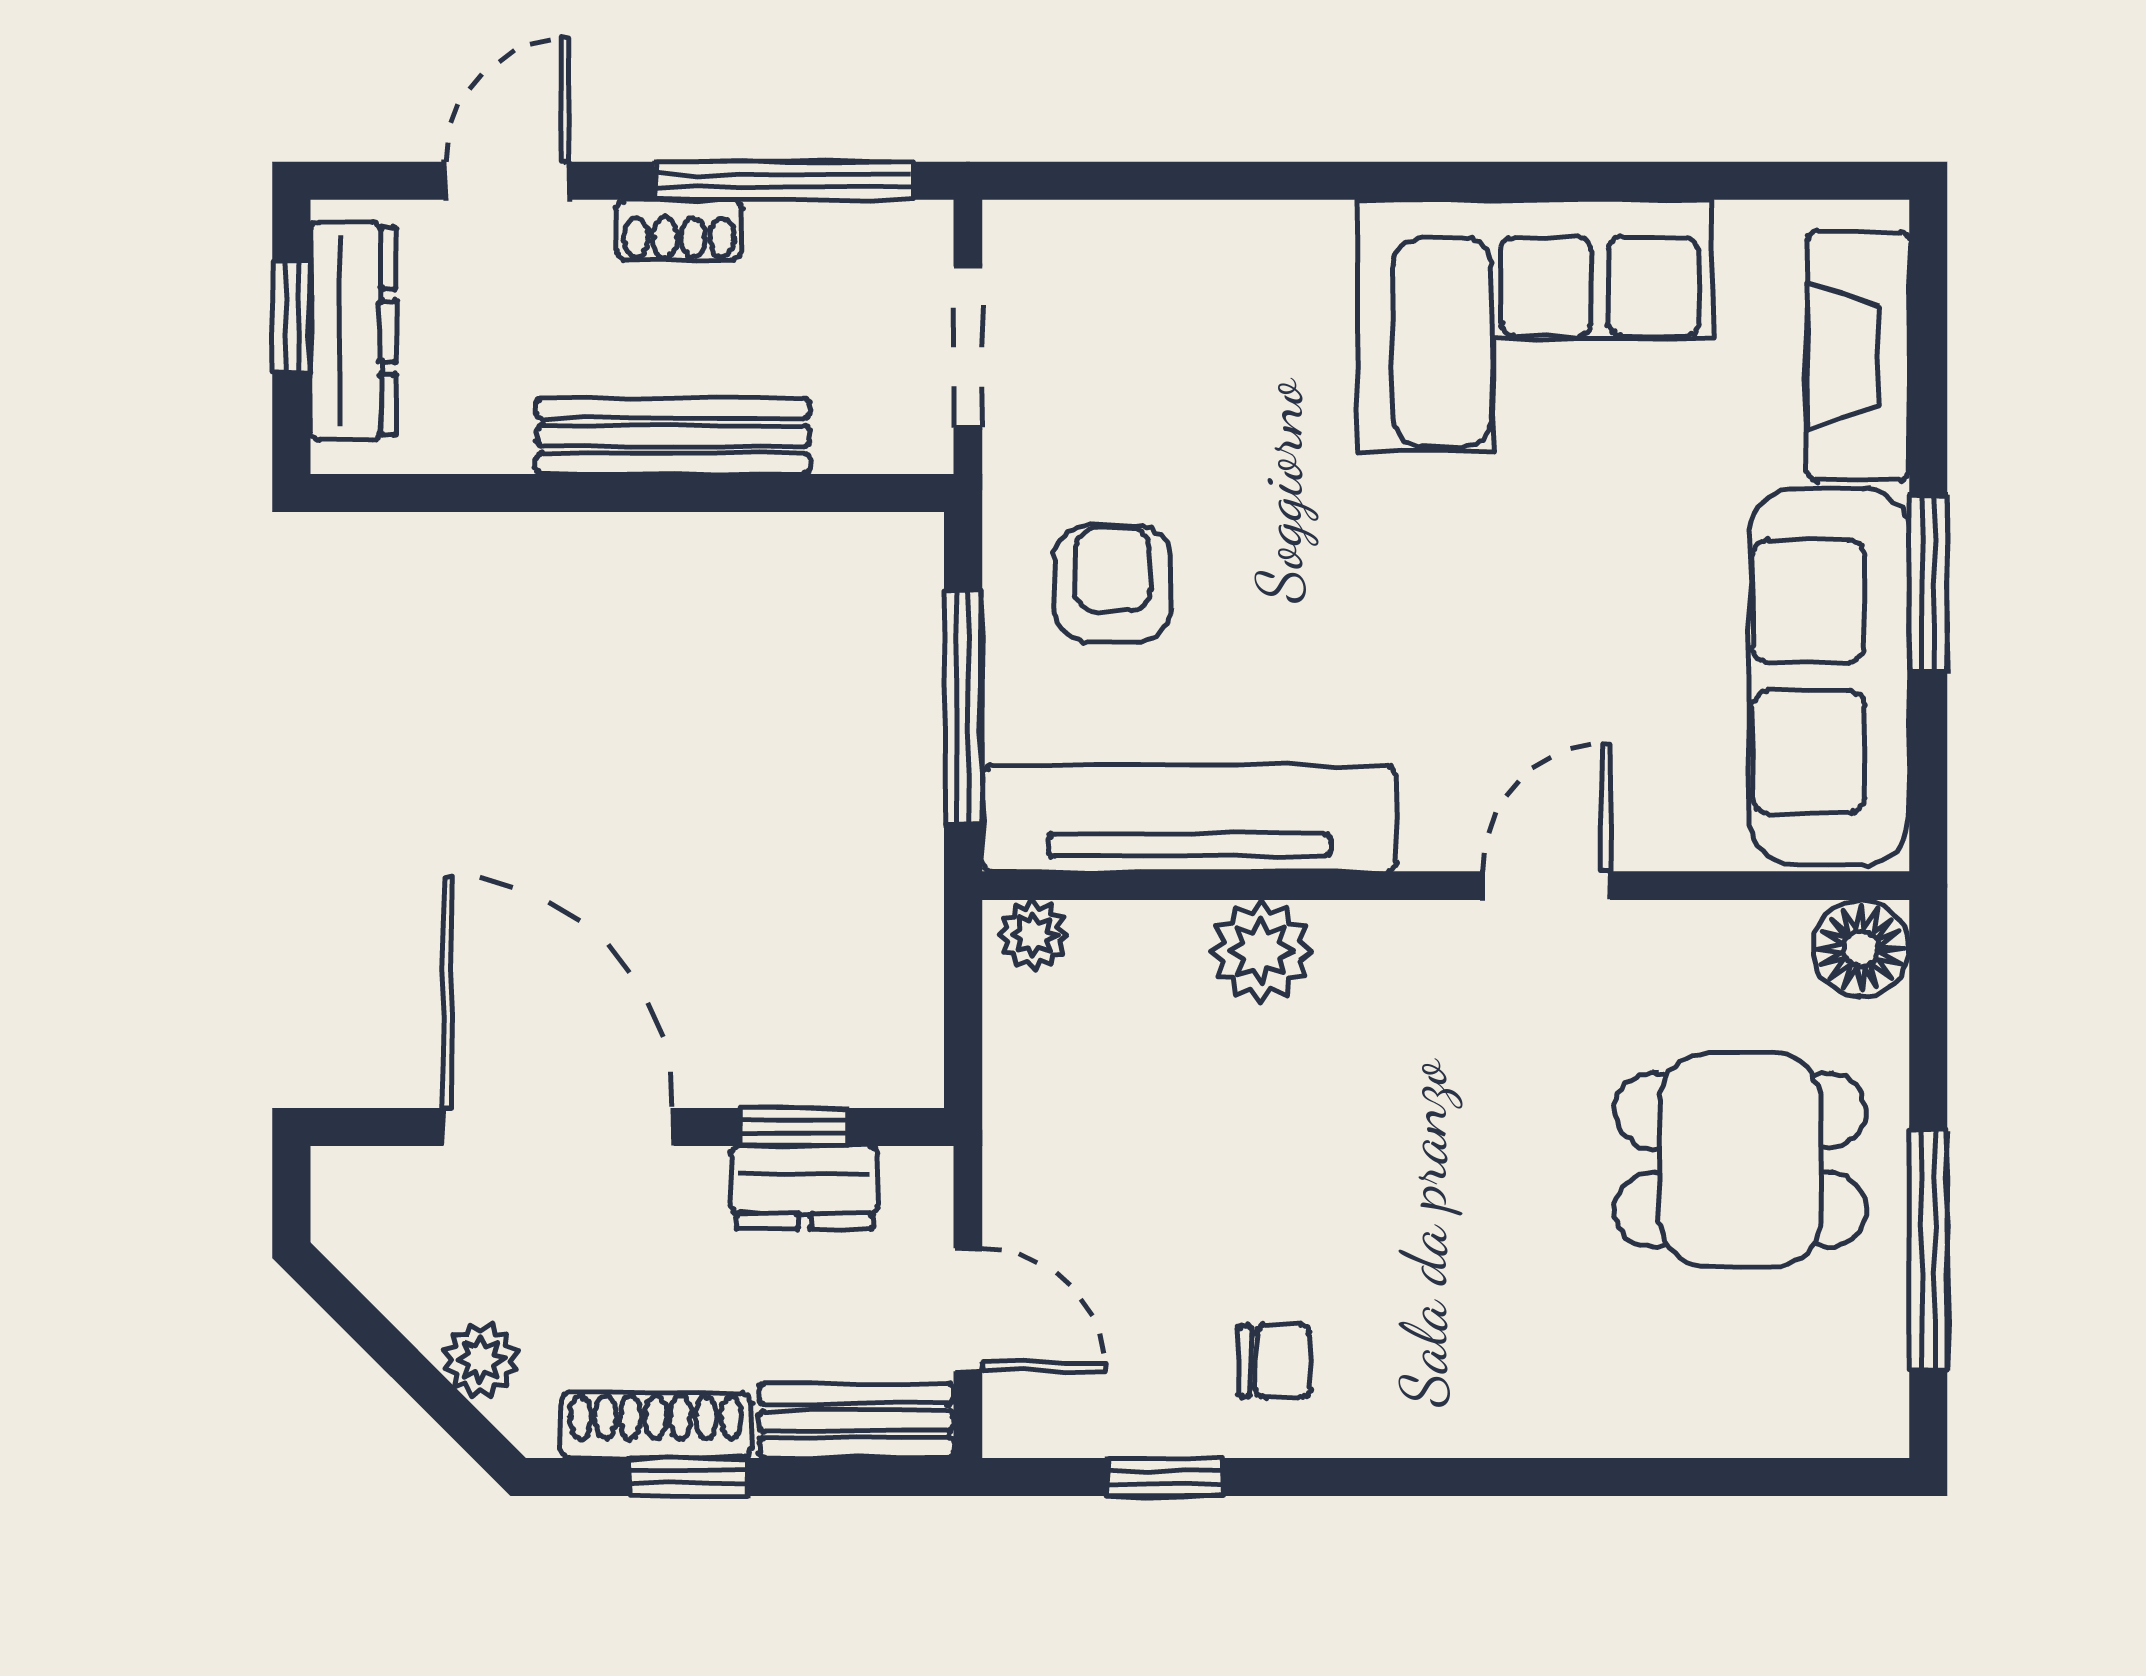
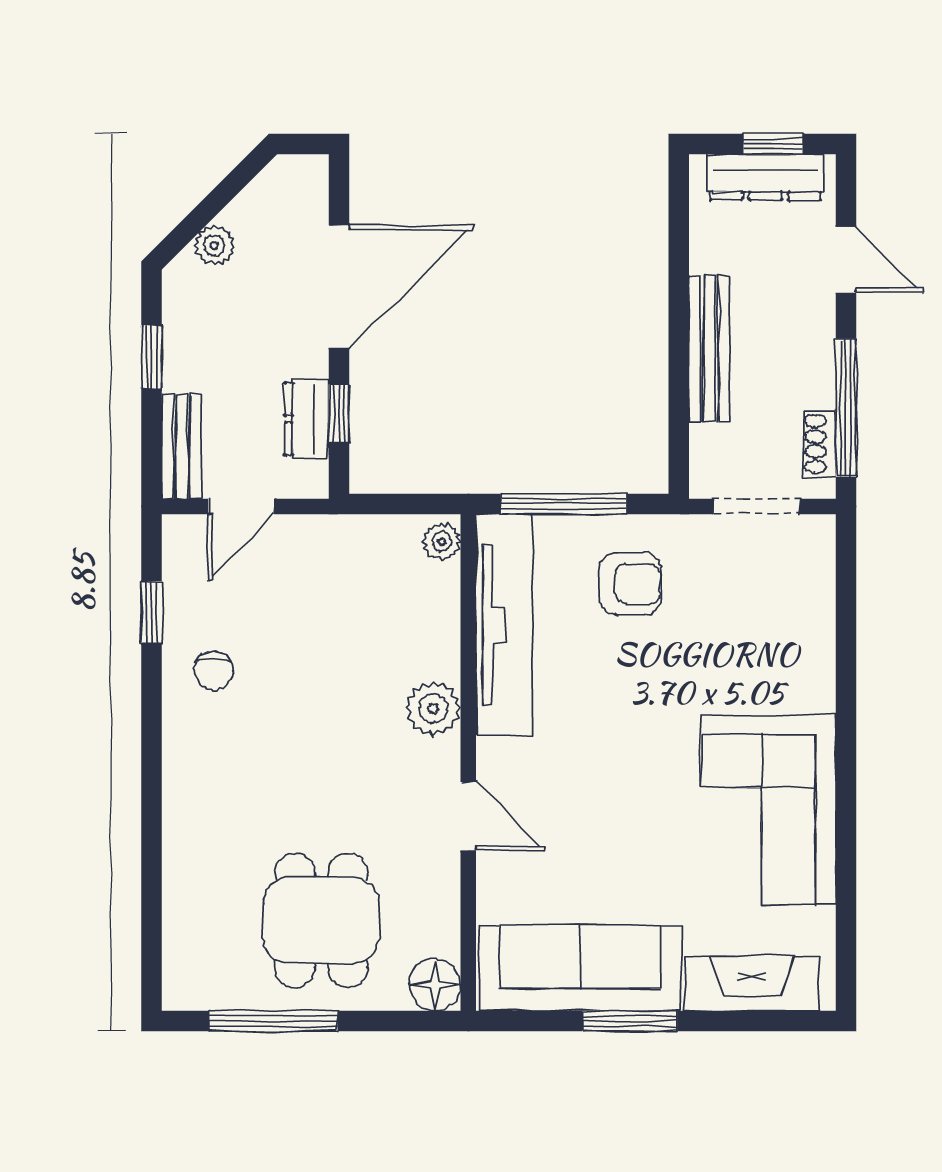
shoe rack: (679, 230) -> (820, 444), moved
plant: (1261, 951) -> (433, 708), moved
shoe rack: (656, 1426) -> (179, 339), removed

